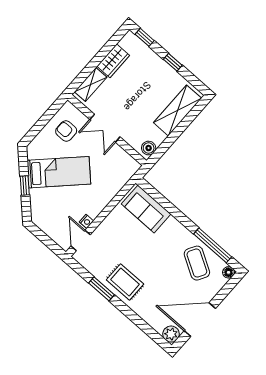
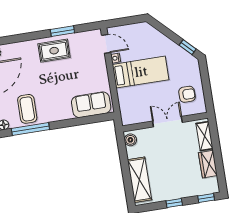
bed: (59, 172) -> (141, 72), moved, turned -135
window: (25, 185) -> (188, 47), moved
coffee table: (197, 263) -> (27, 109), turned 60

